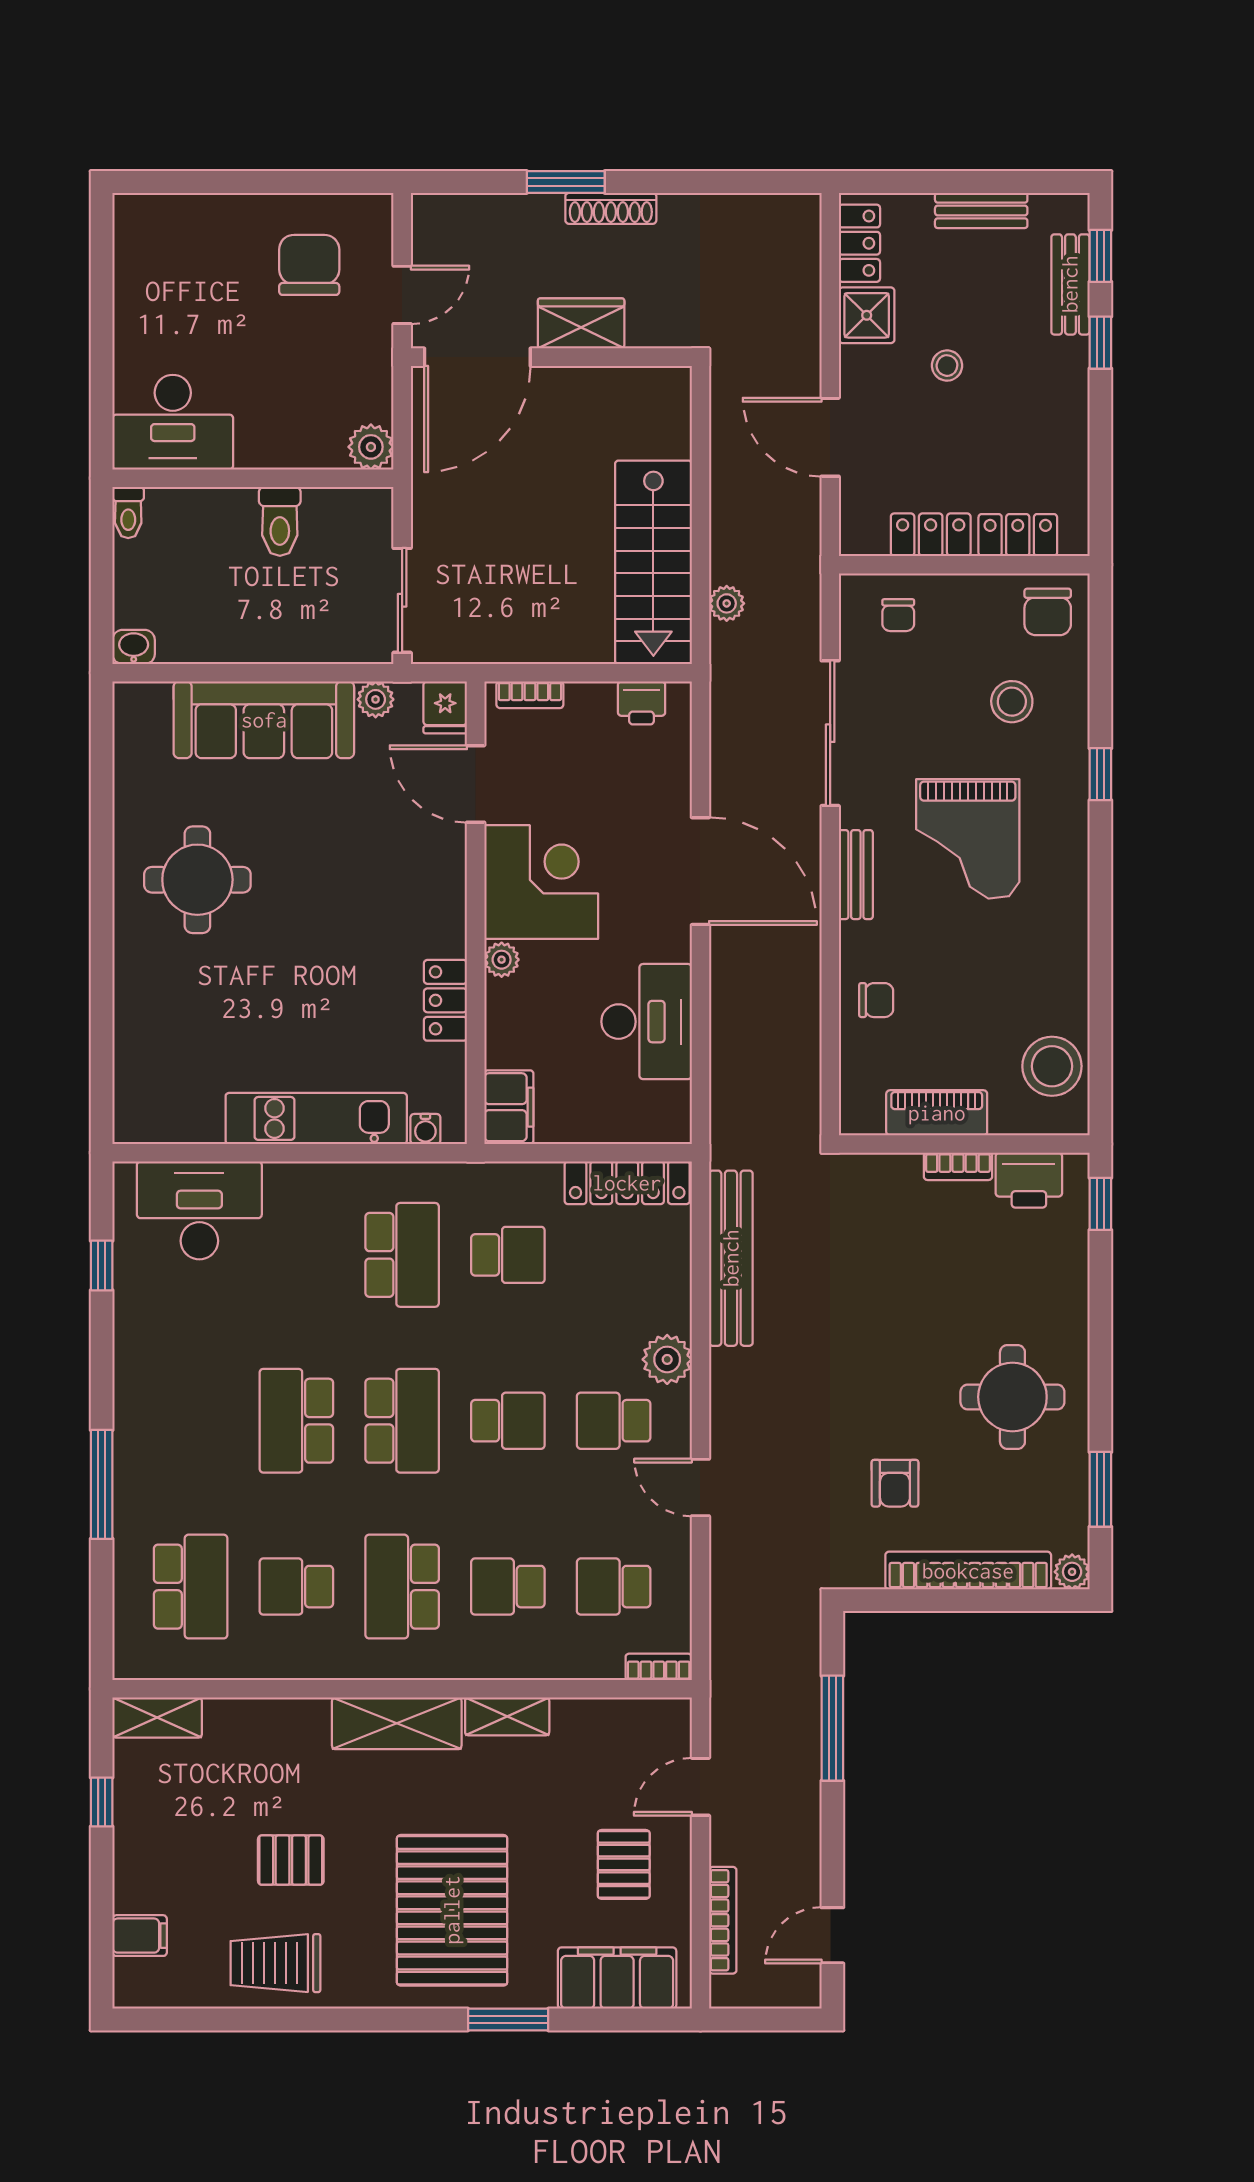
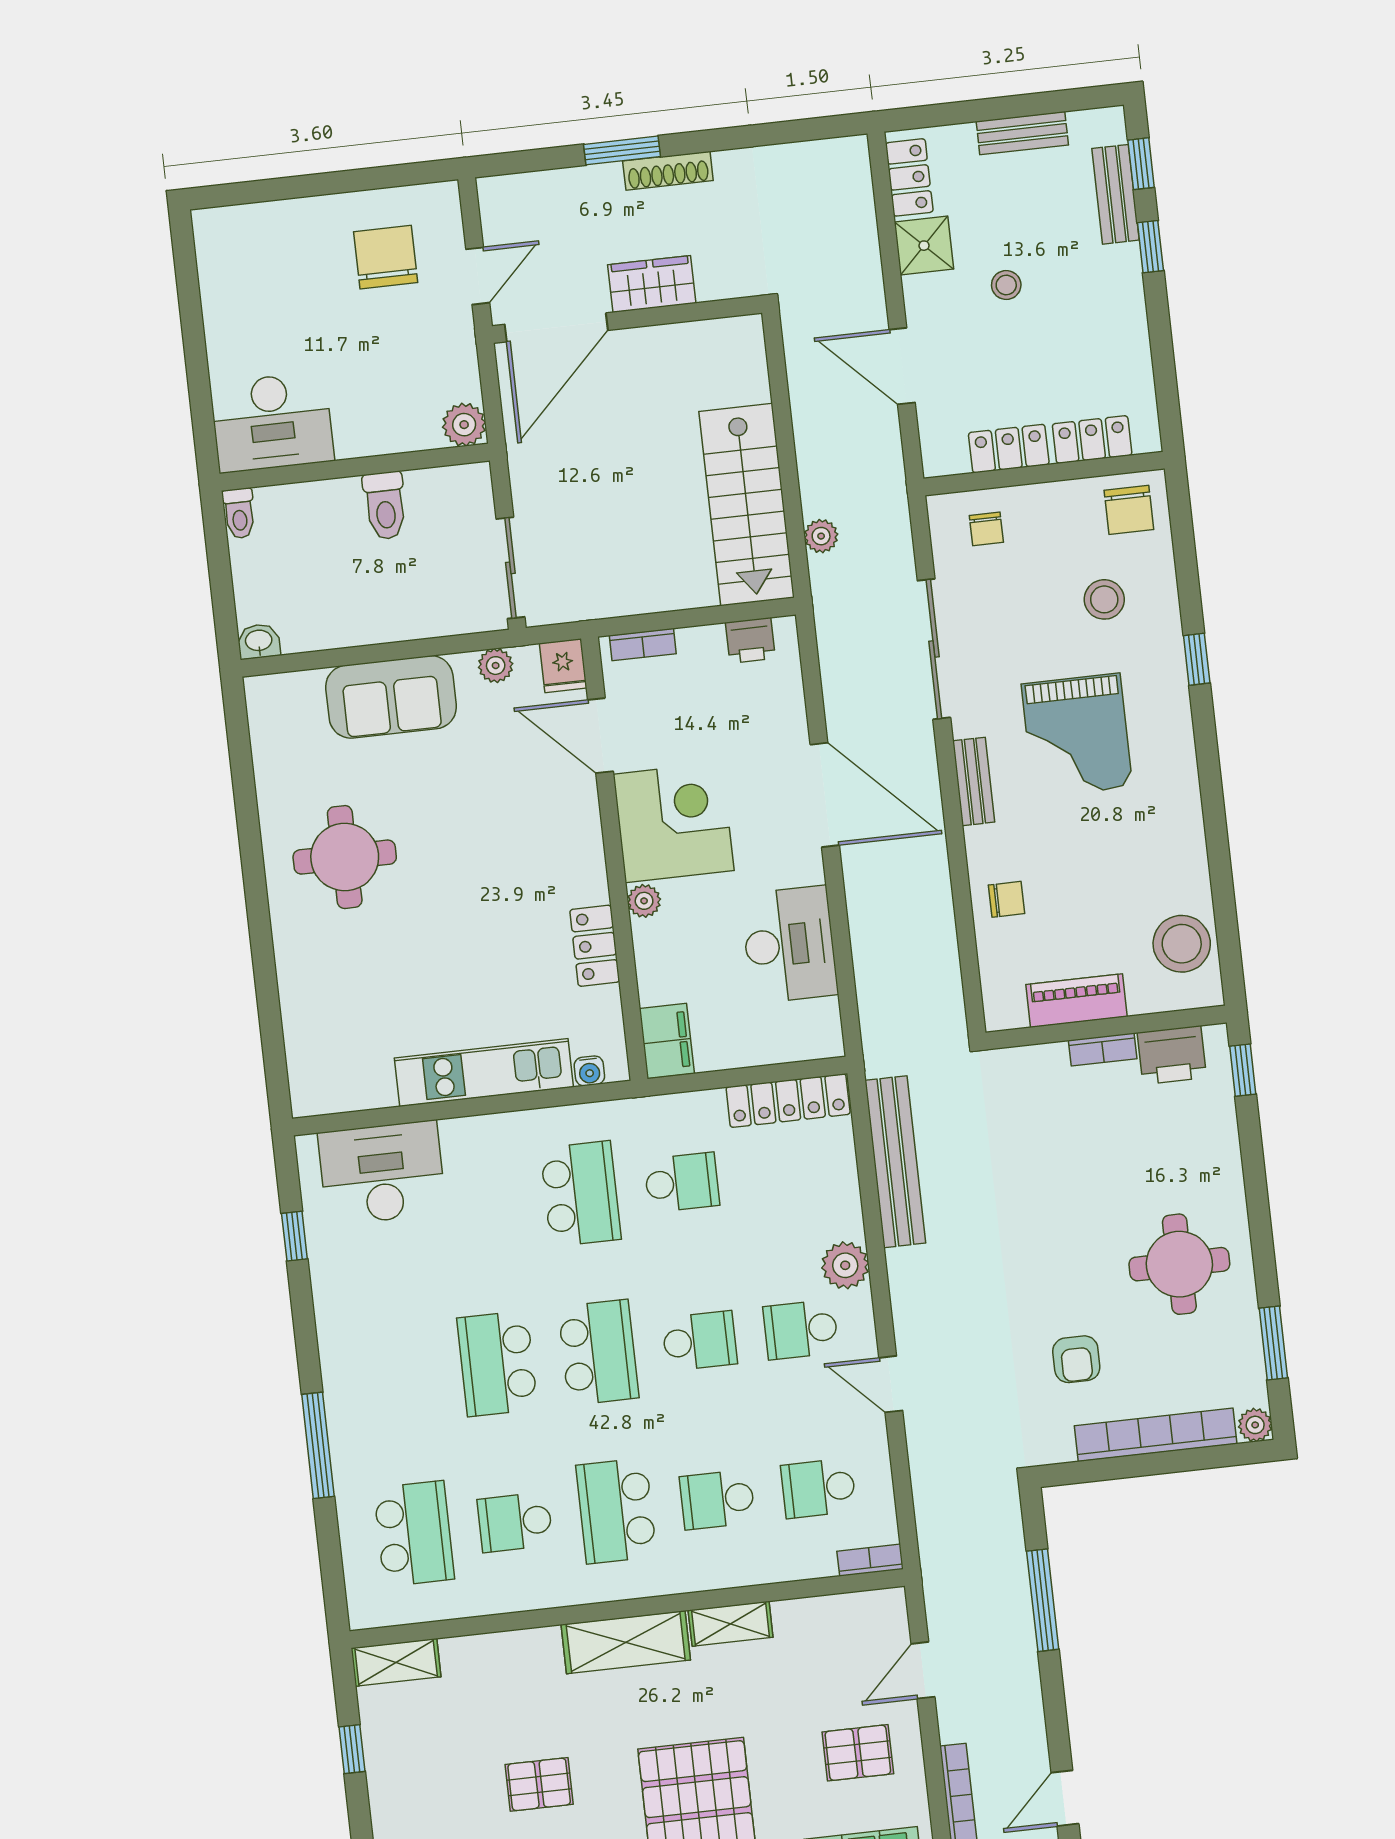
sofa: (264, 720) -> (391, 697), width x0.73
pallet: (624, 1864) -> (858, 1753), turned 90

